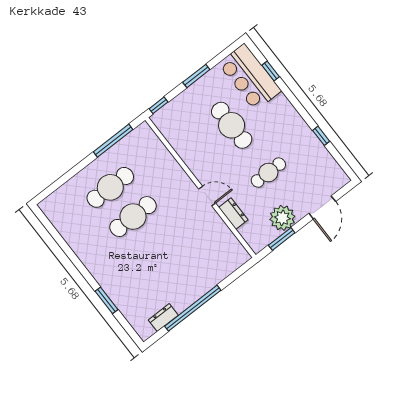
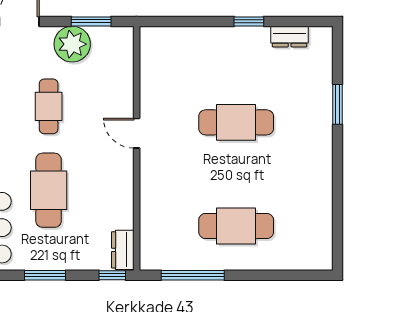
cafe table: (268, 173) -> (49, 106), turned 90
dresser: (233, 214) -> (123, 250), moved
cafe table: (133, 217) -> (236, 122), moved
window: (193, 308) -> (249, 21), width x0.32

